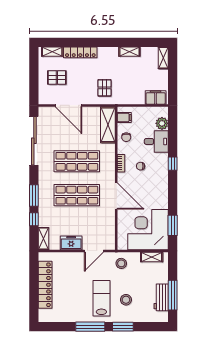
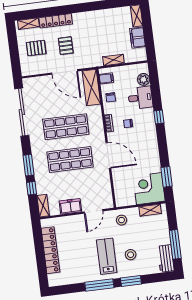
shelving: (129, 52) -> (113, 60), moved
pallet: (104, 88) -> (66, 46), moved
filing cabinet: (156, 98) -> (138, 38), moved, turned -90
door: (69, 105) -> (65, 72), moved
corner desk: (148, 230) -> (149, 189), width x0.74, depth x0.74
workbench: (161, 297) -> (166, 258), moved

